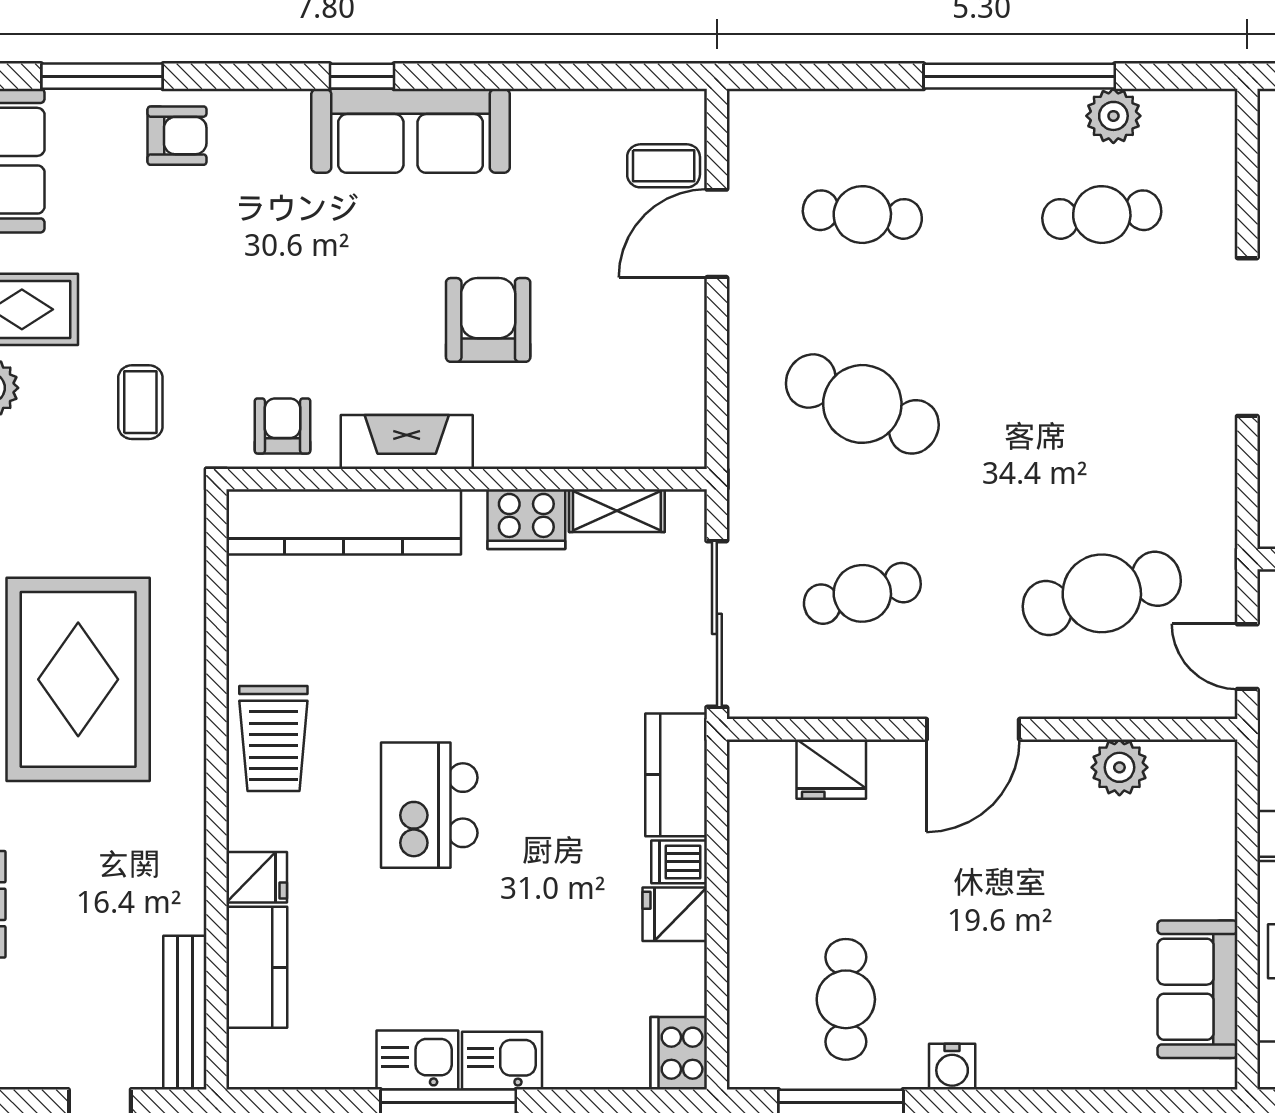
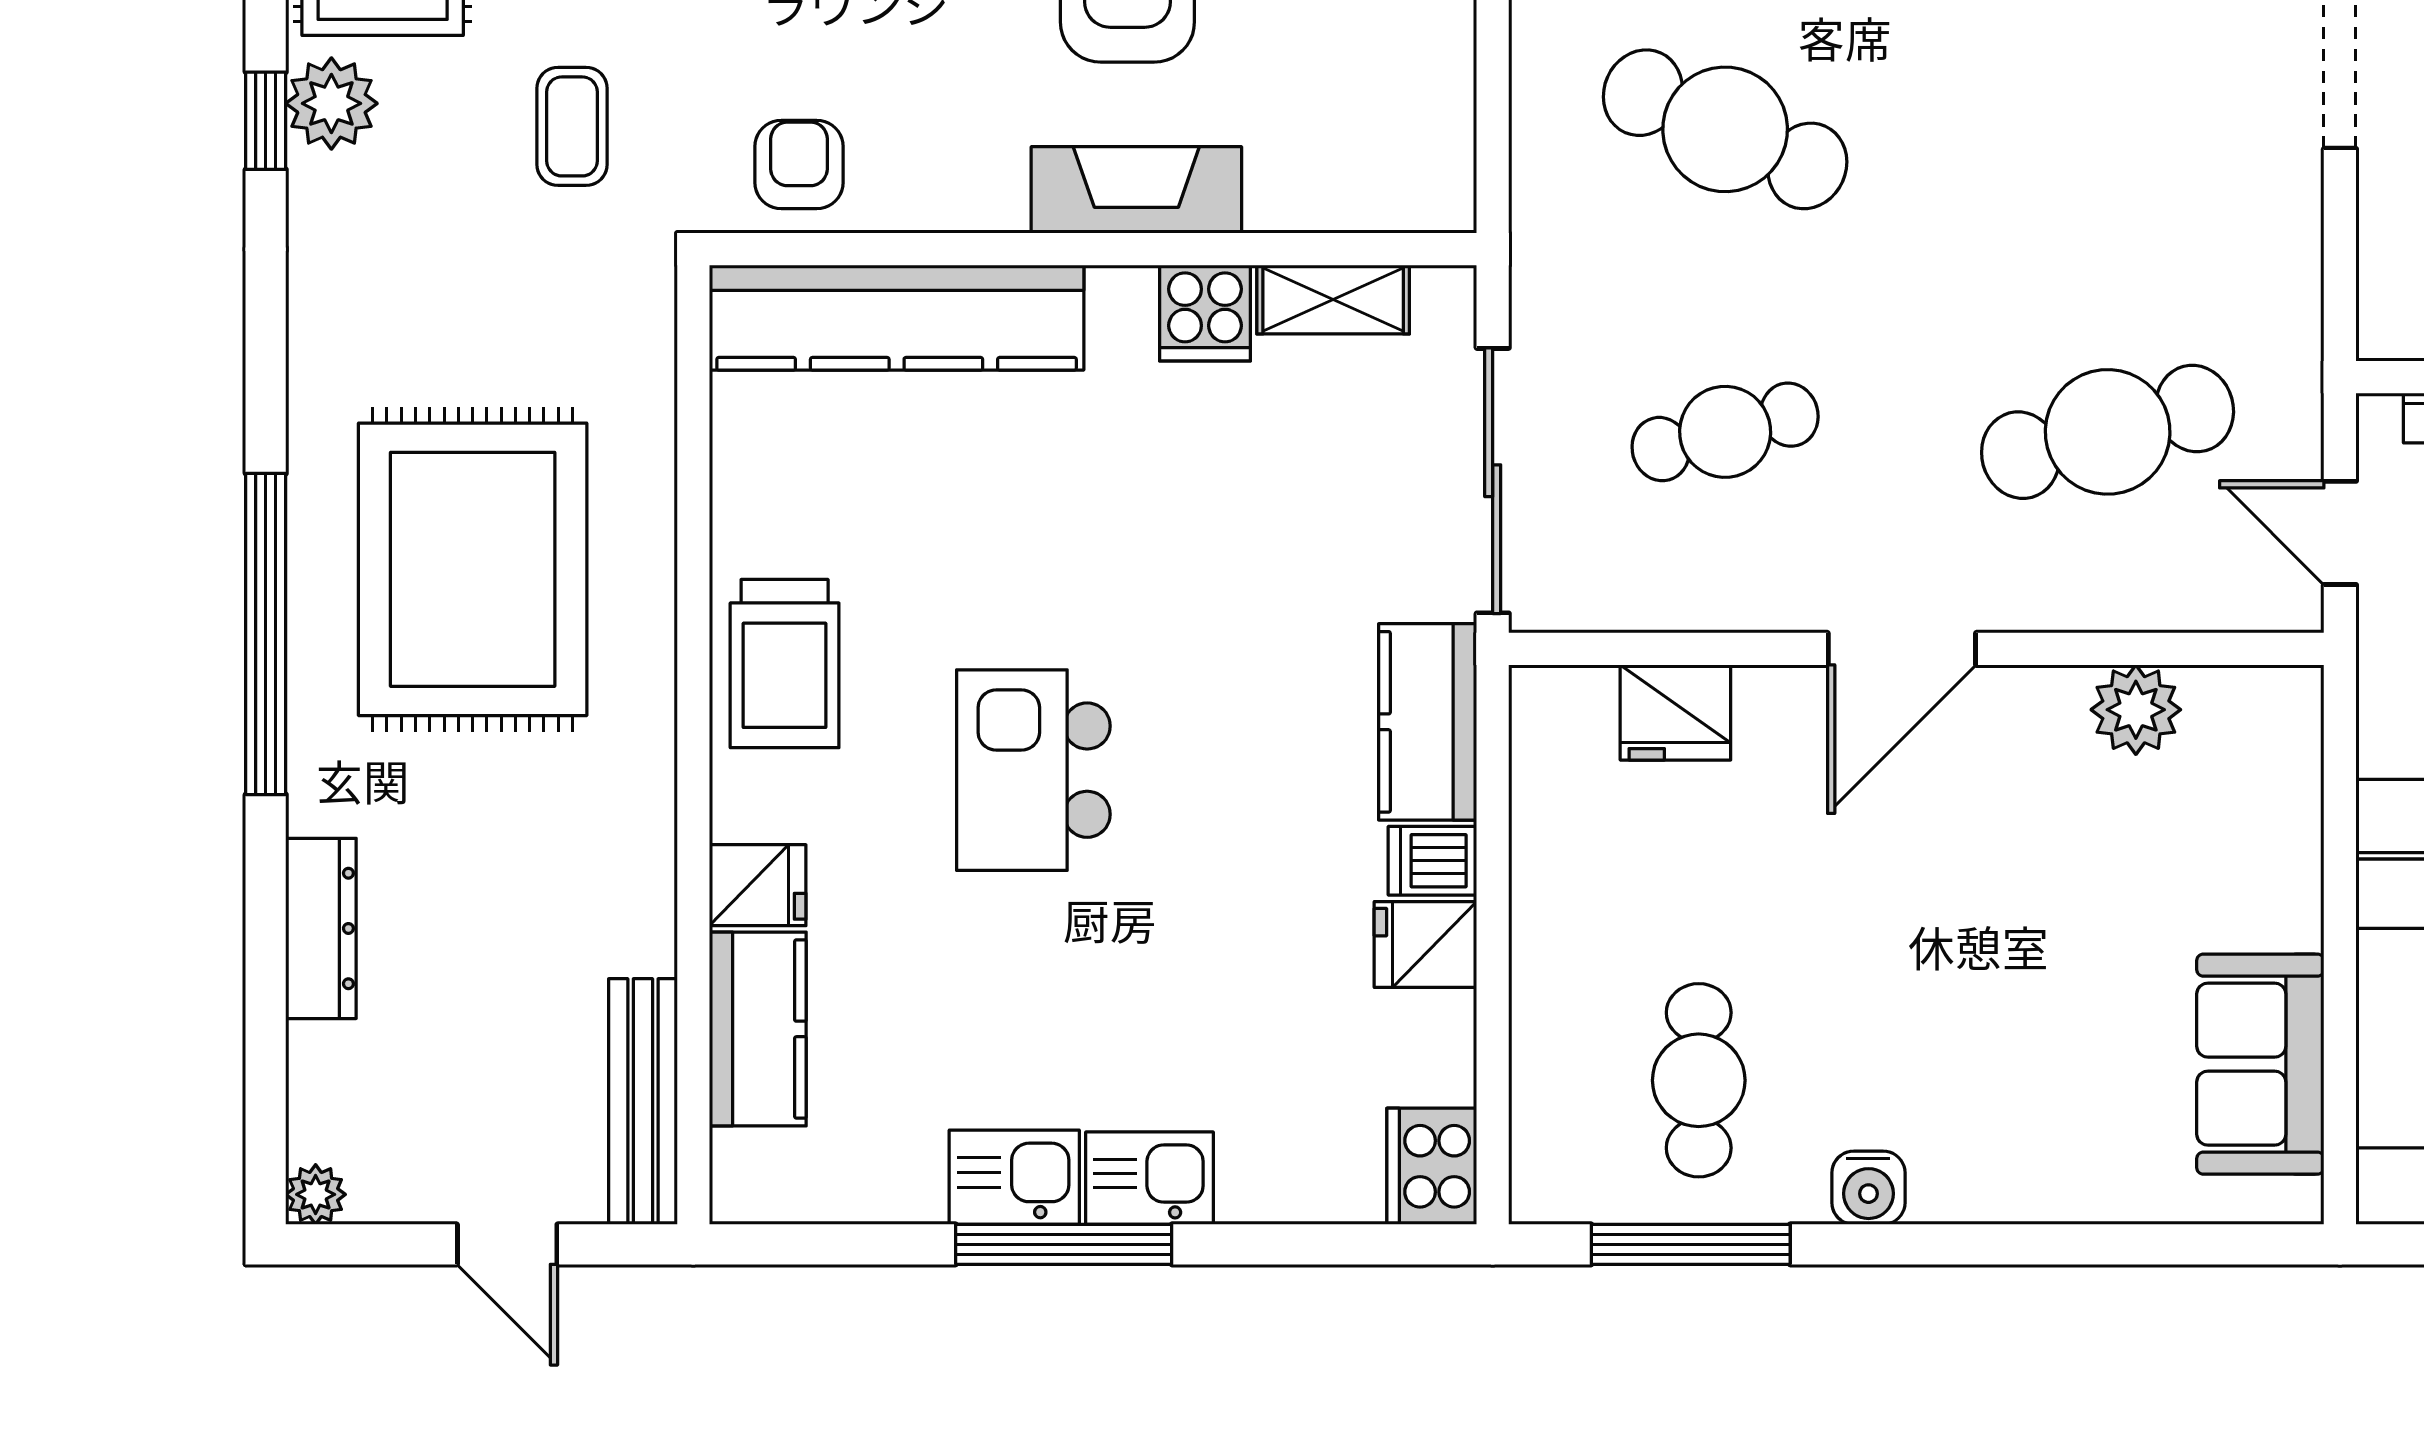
fireplace: (407, 442) -> (1136, 190), moved
cooker: (526, 519) -> (1205, 313), width x0.73

